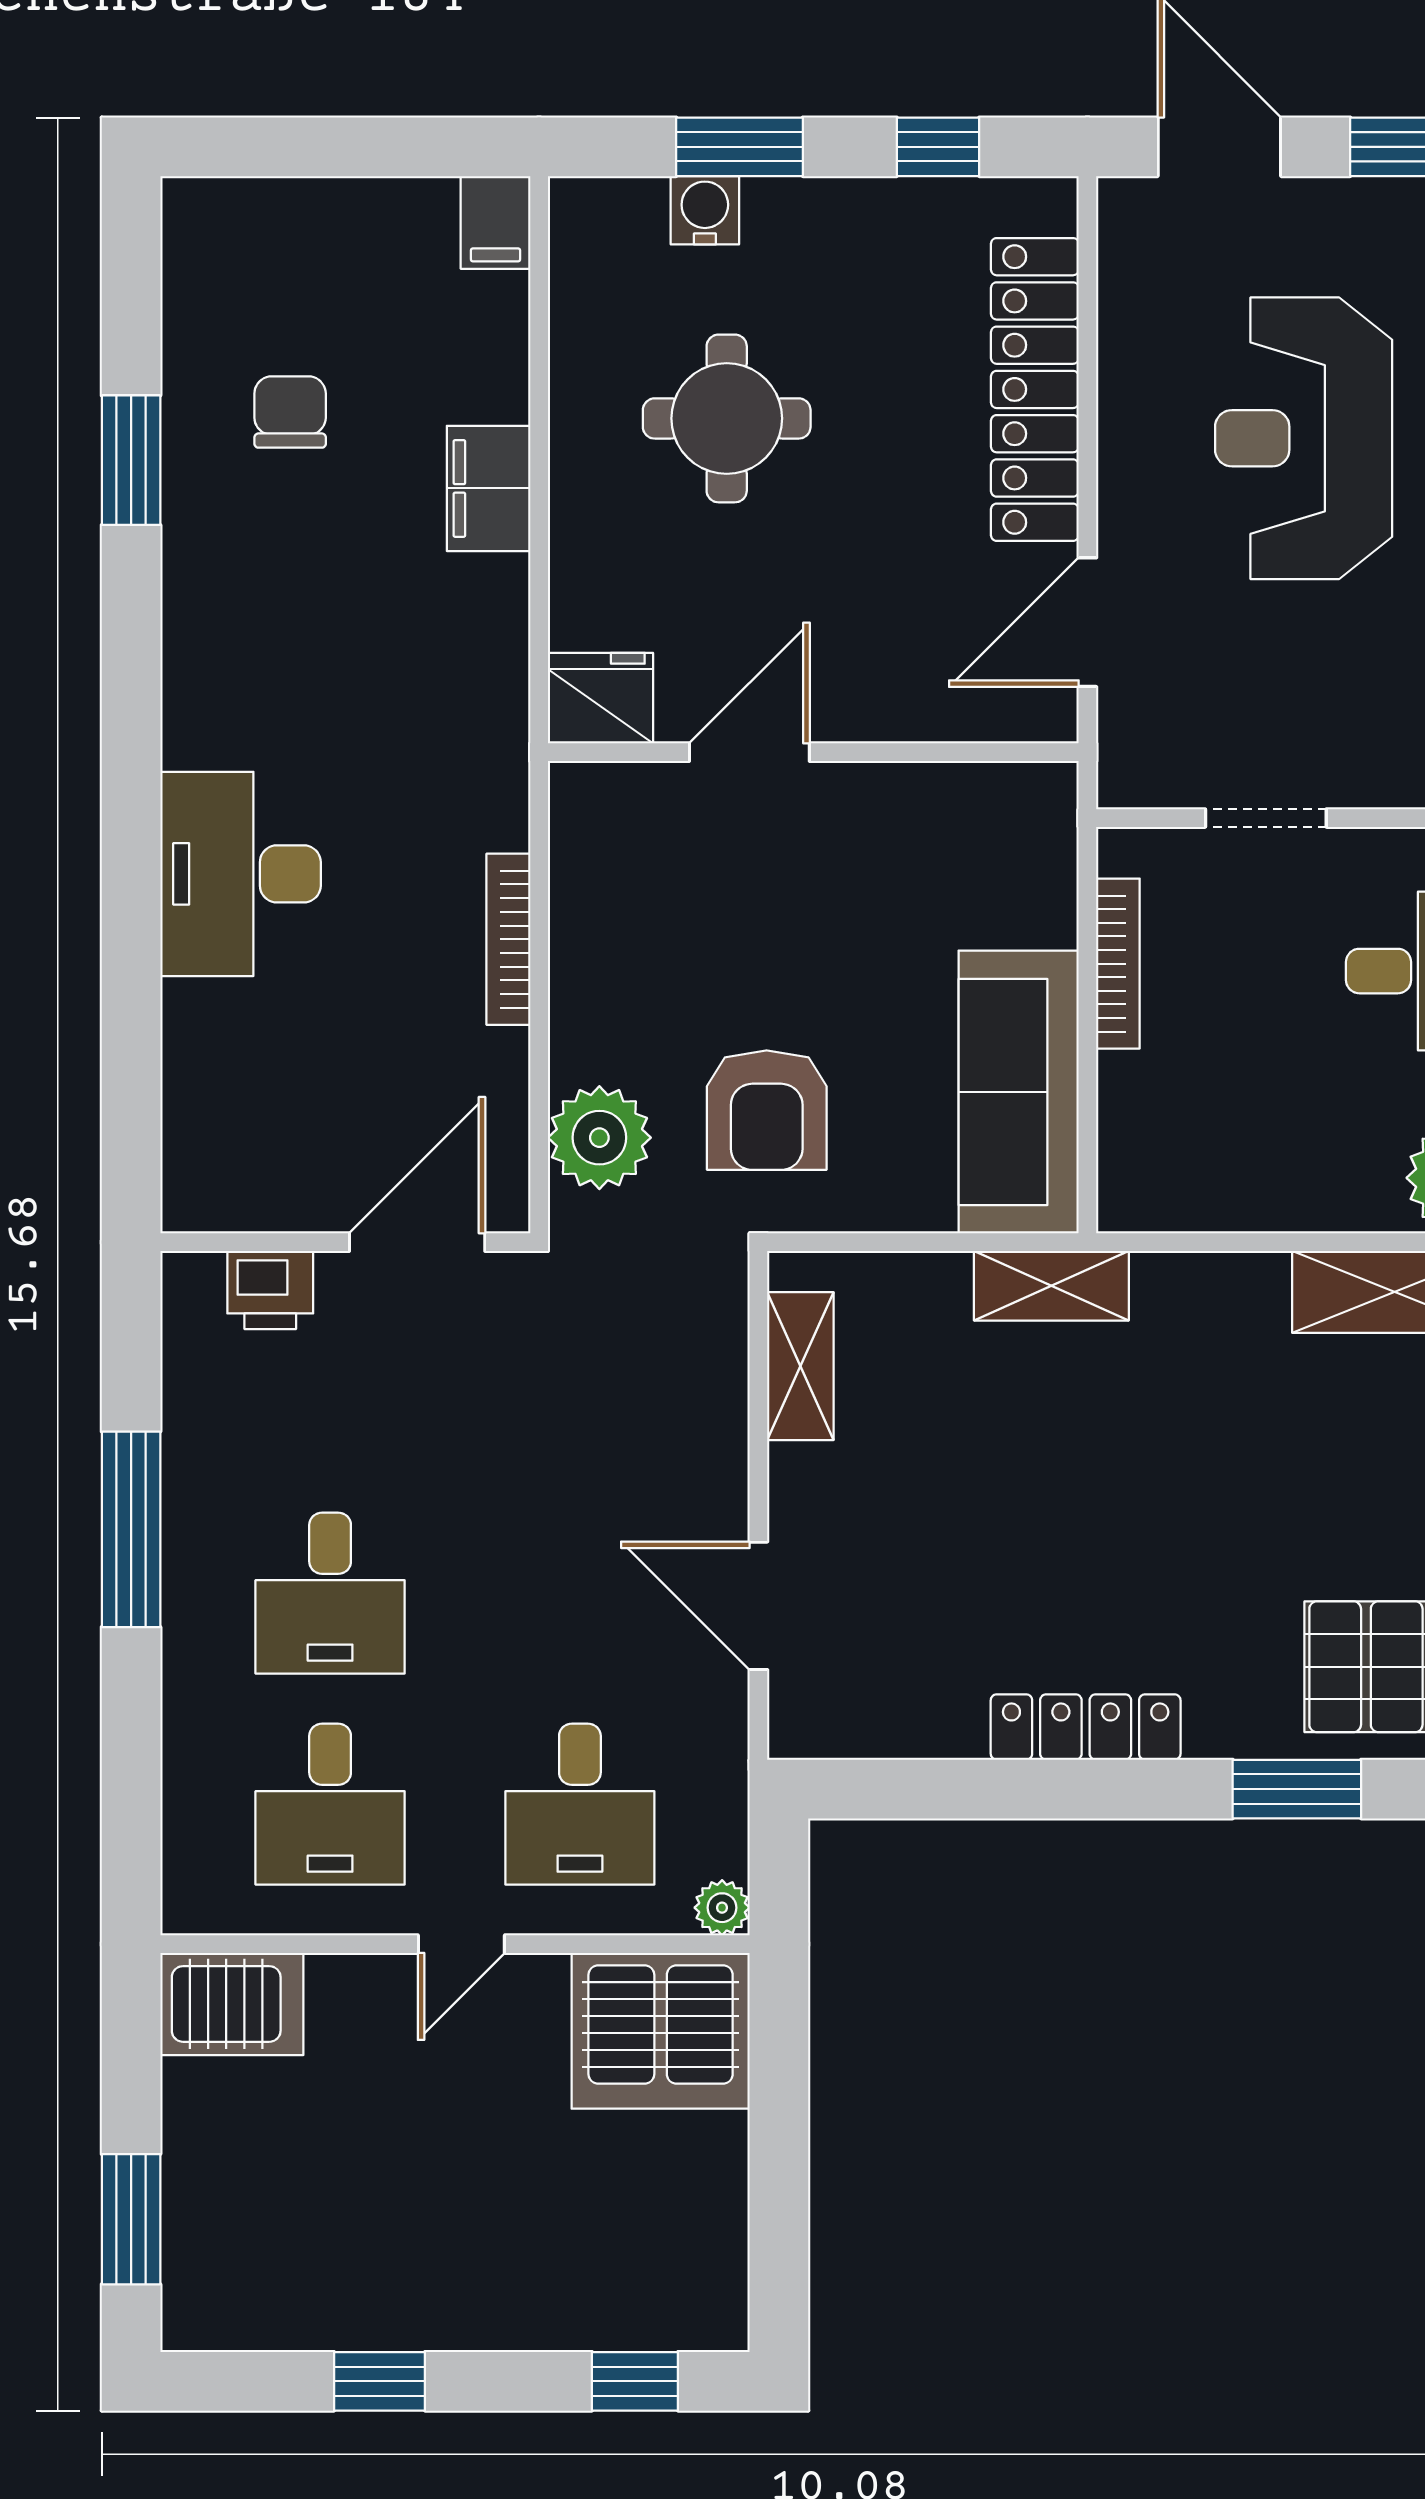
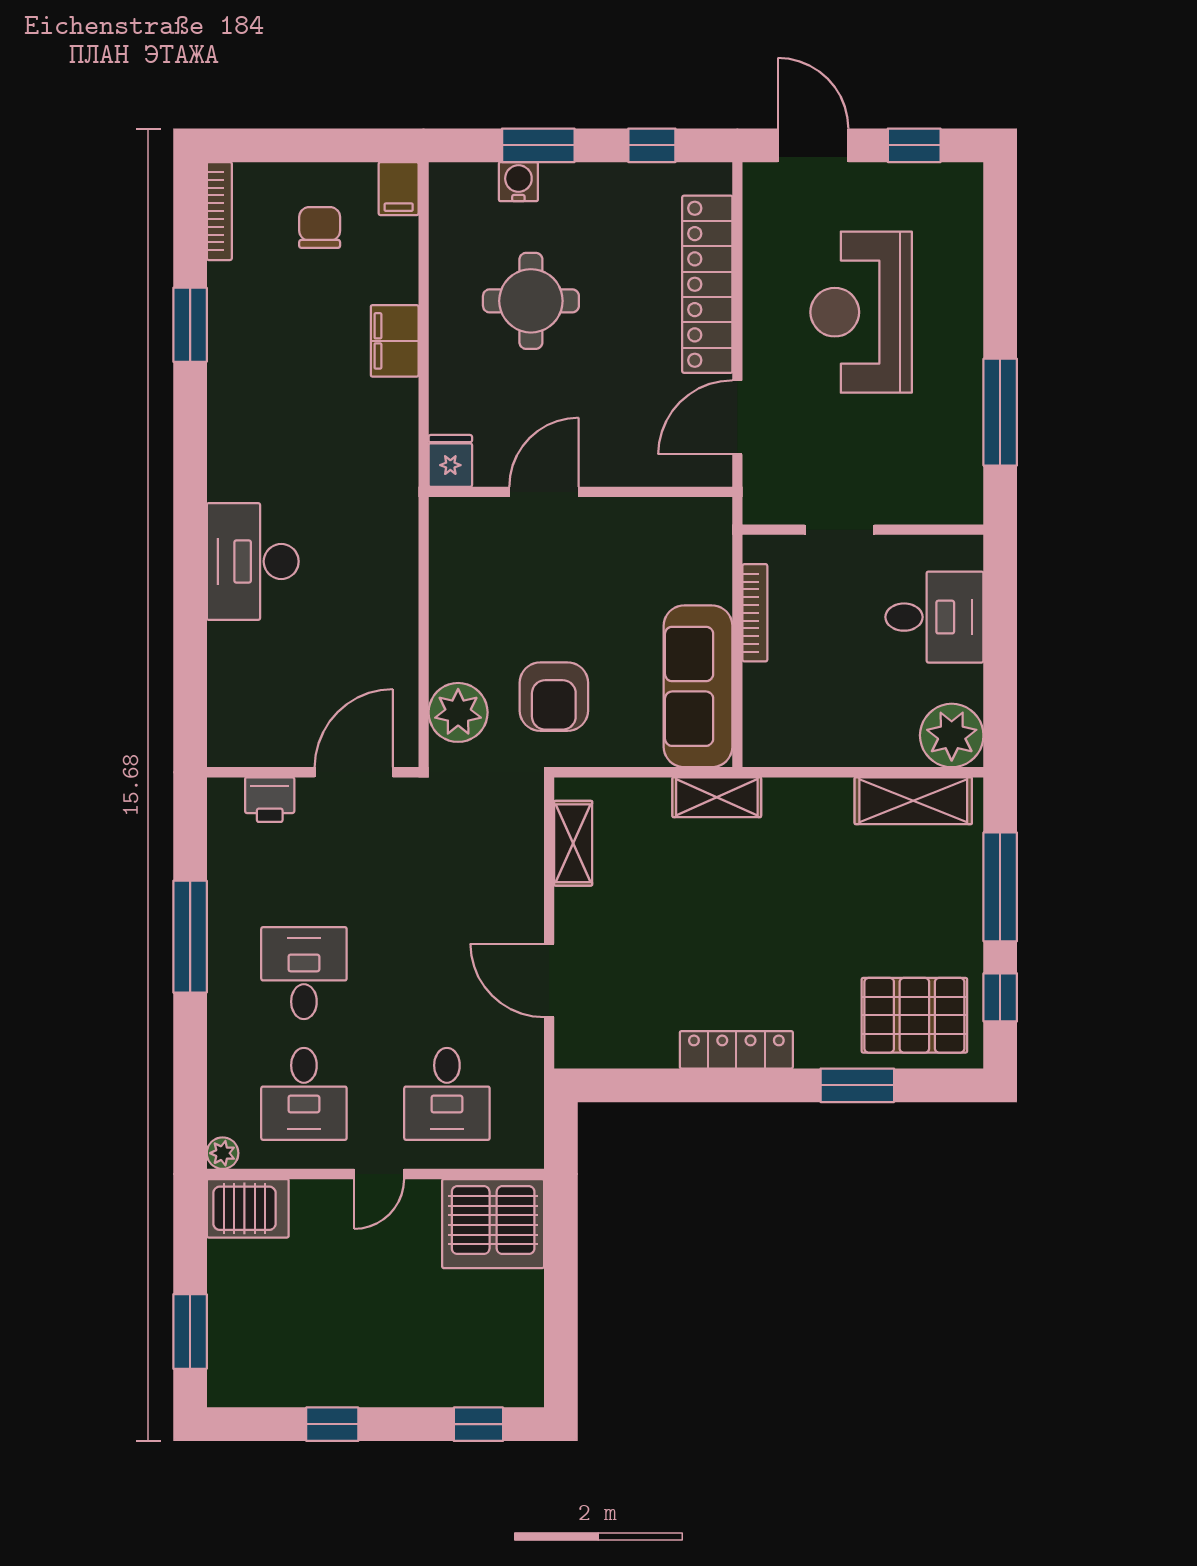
chair: (290, 412) -> (320, 228), moved
fridge: (600, 698) -> (450, 461), width x0.72
bookcase: (508, 939) -> (219, 211), moved, turned 180
desk: (330, 1593) -> (304, 973), turned 180
plant: (722, 1908) -> (223, 1153), moved

